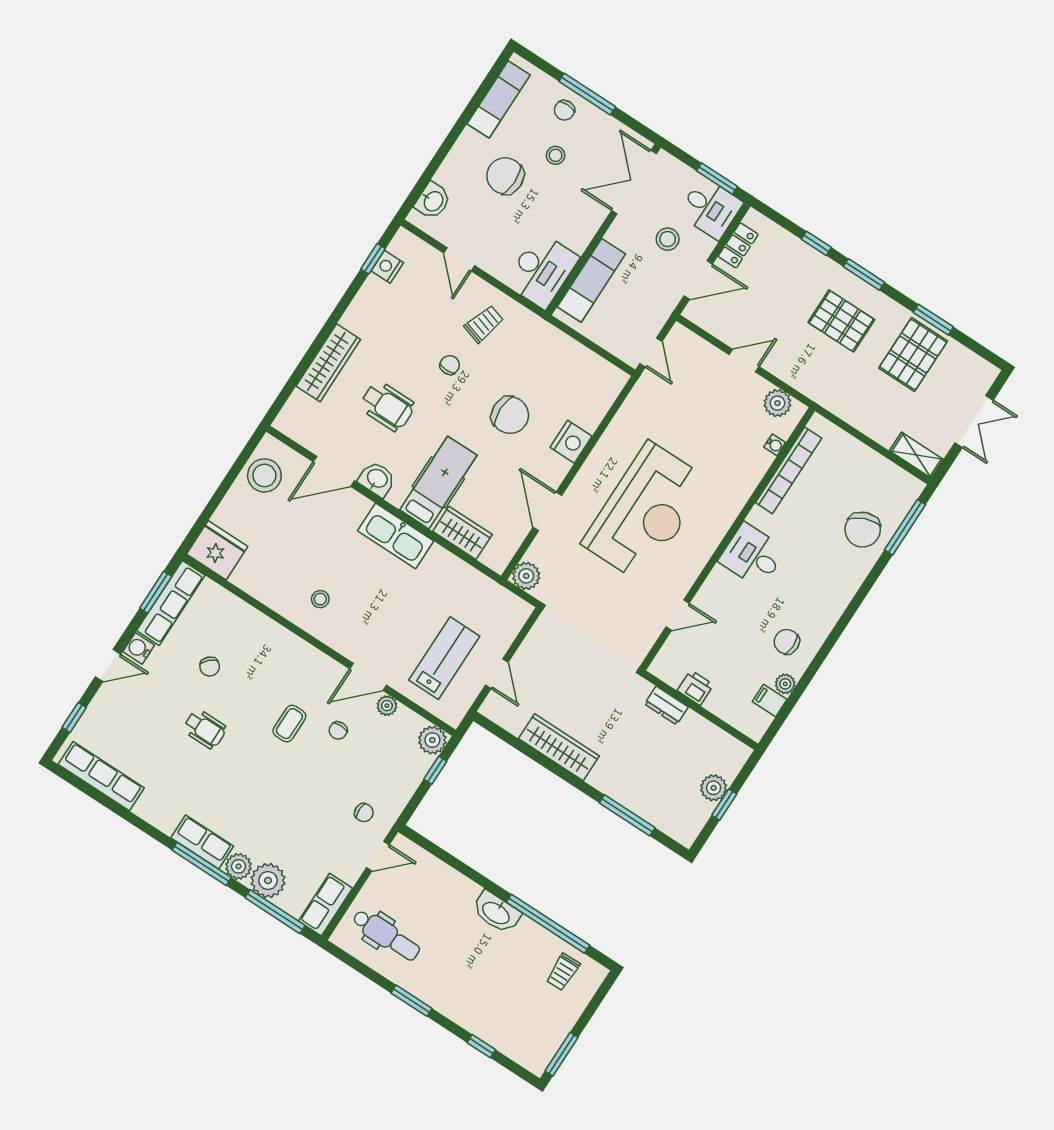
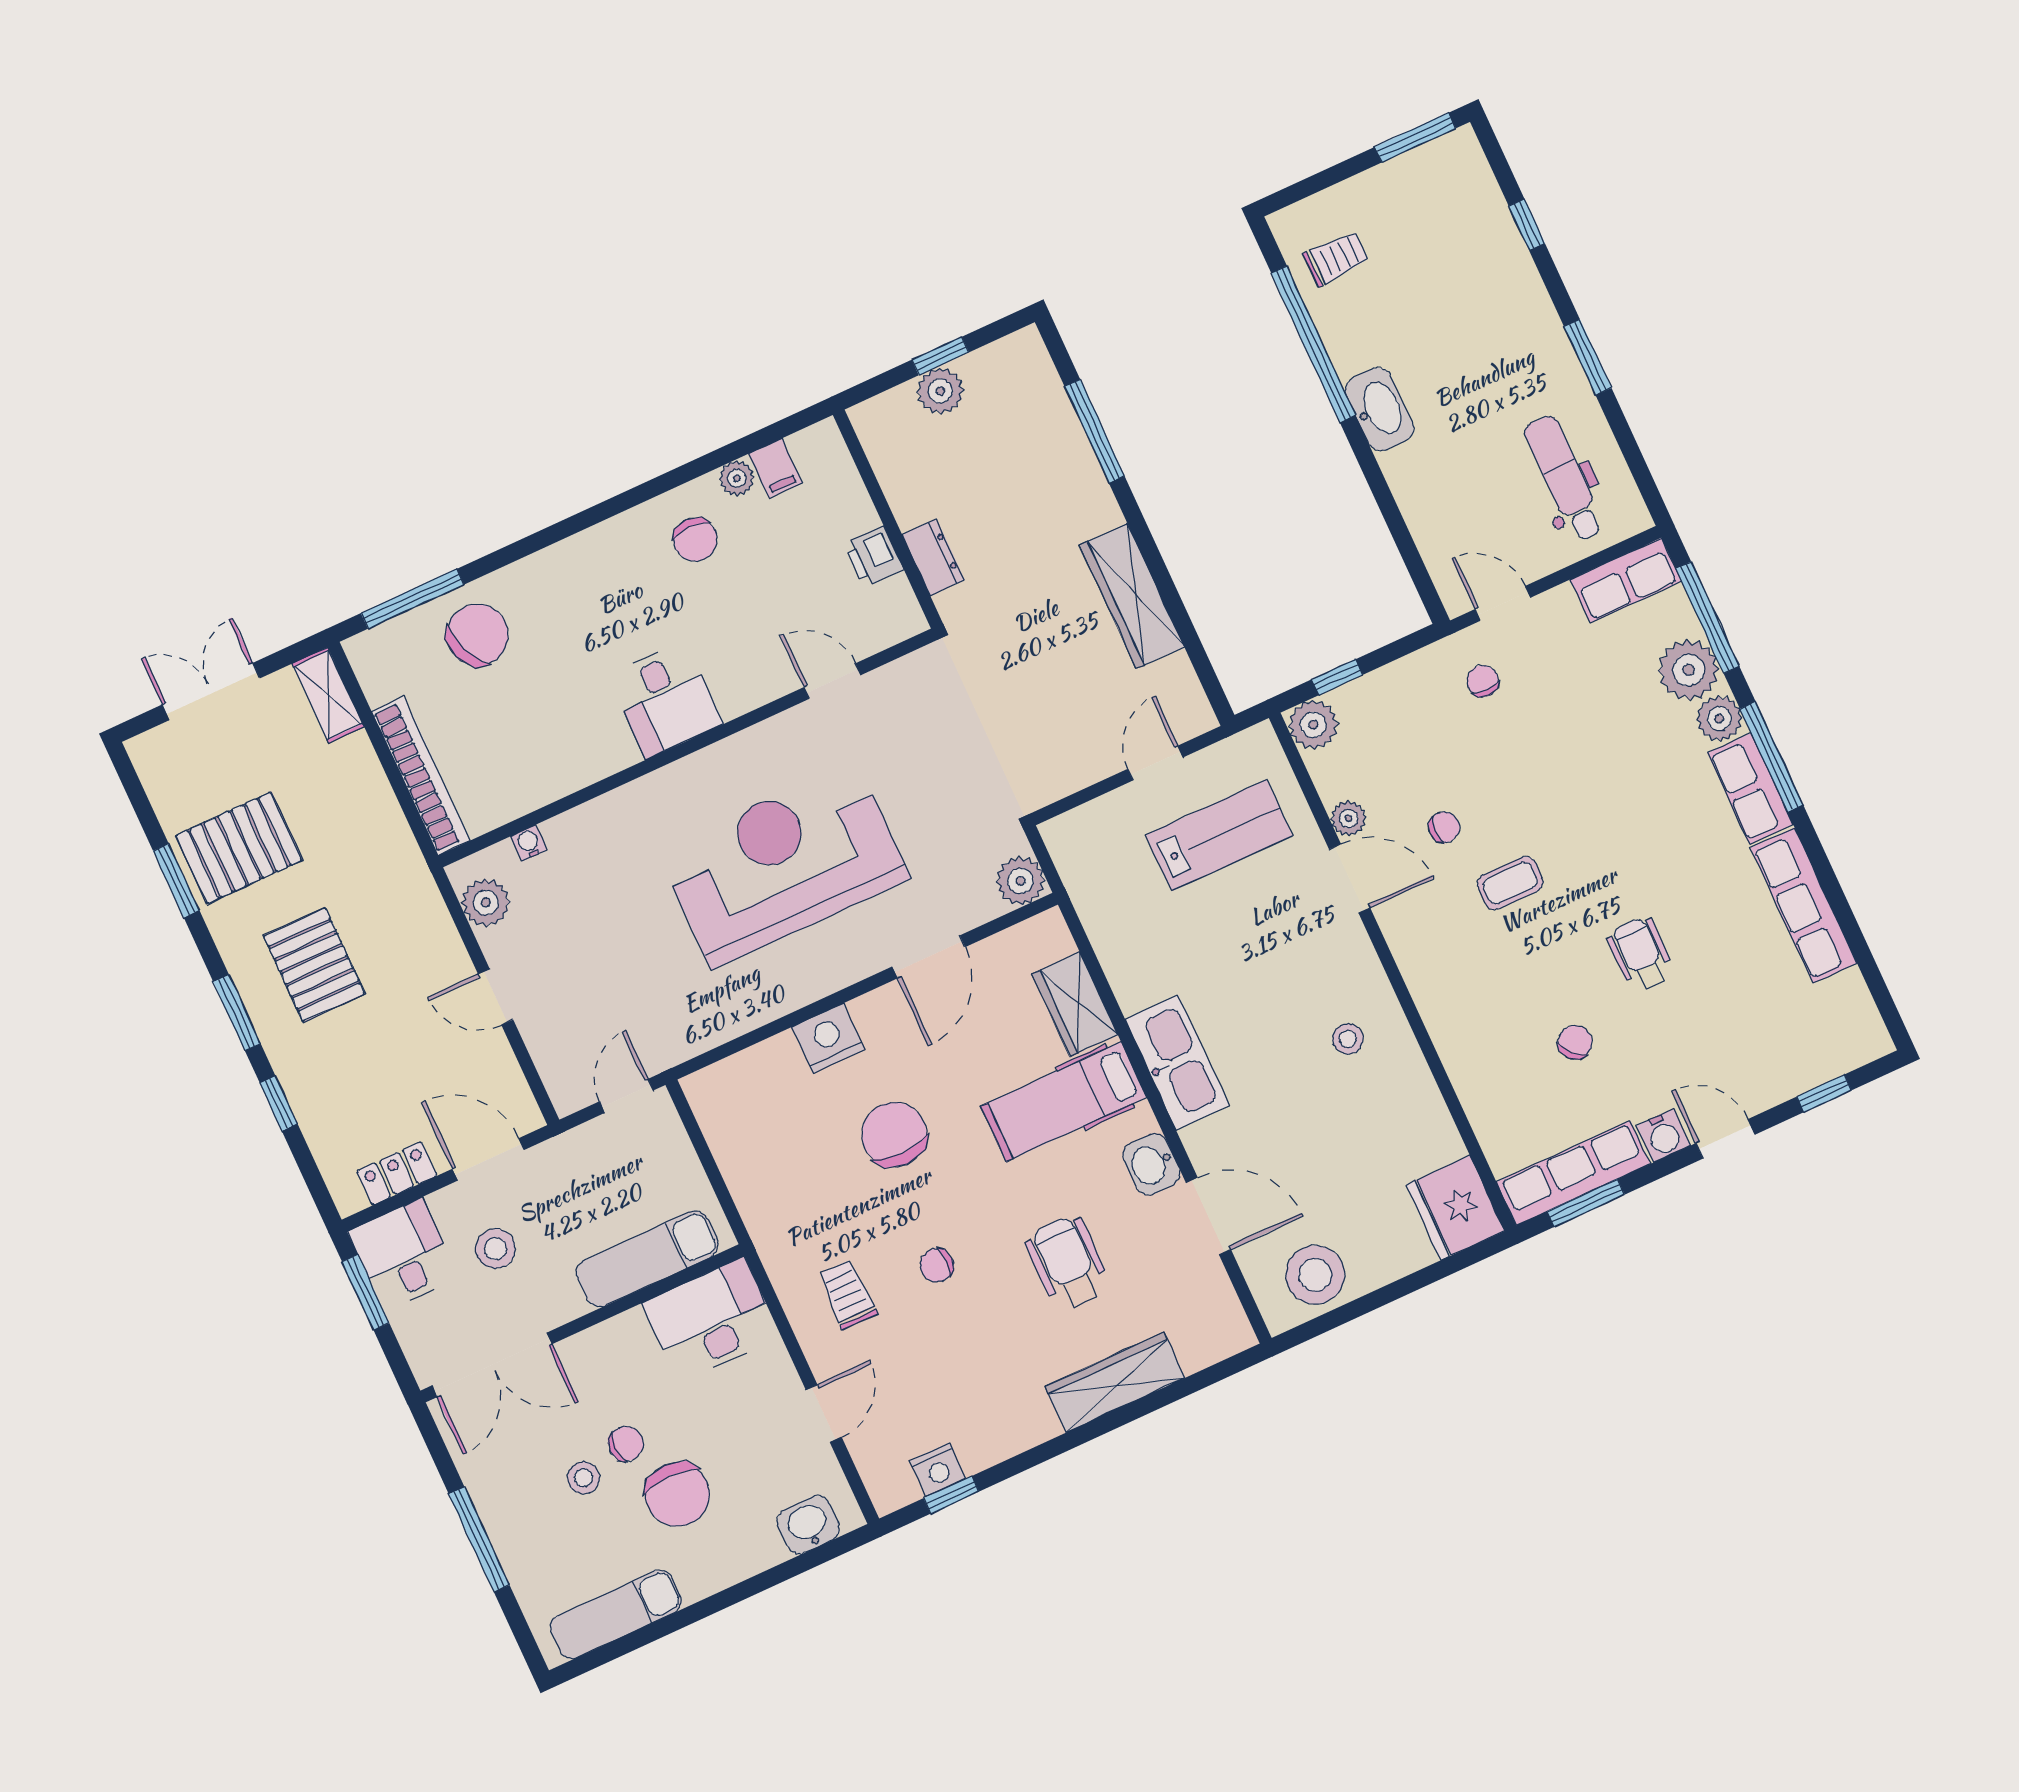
chair: (564, 110) -> (626, 1444), moved
trolley: (484, 324) -> (847, 1294), turned 73
bookcase: (789, 470) -> (421, 776), moved, turned 90
lab bench: (444, 658) -> (1219, 835), turned 180
row of seats: (101, 776) -> (1804, 905), moved

